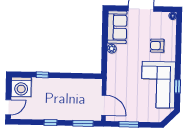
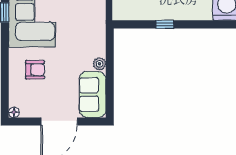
window: (42, 75) -> (165, 24), moved

